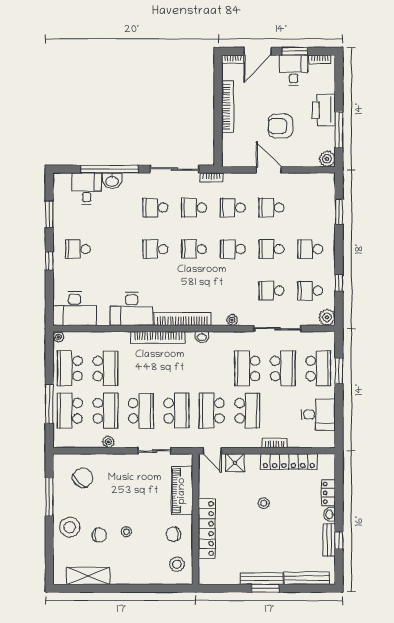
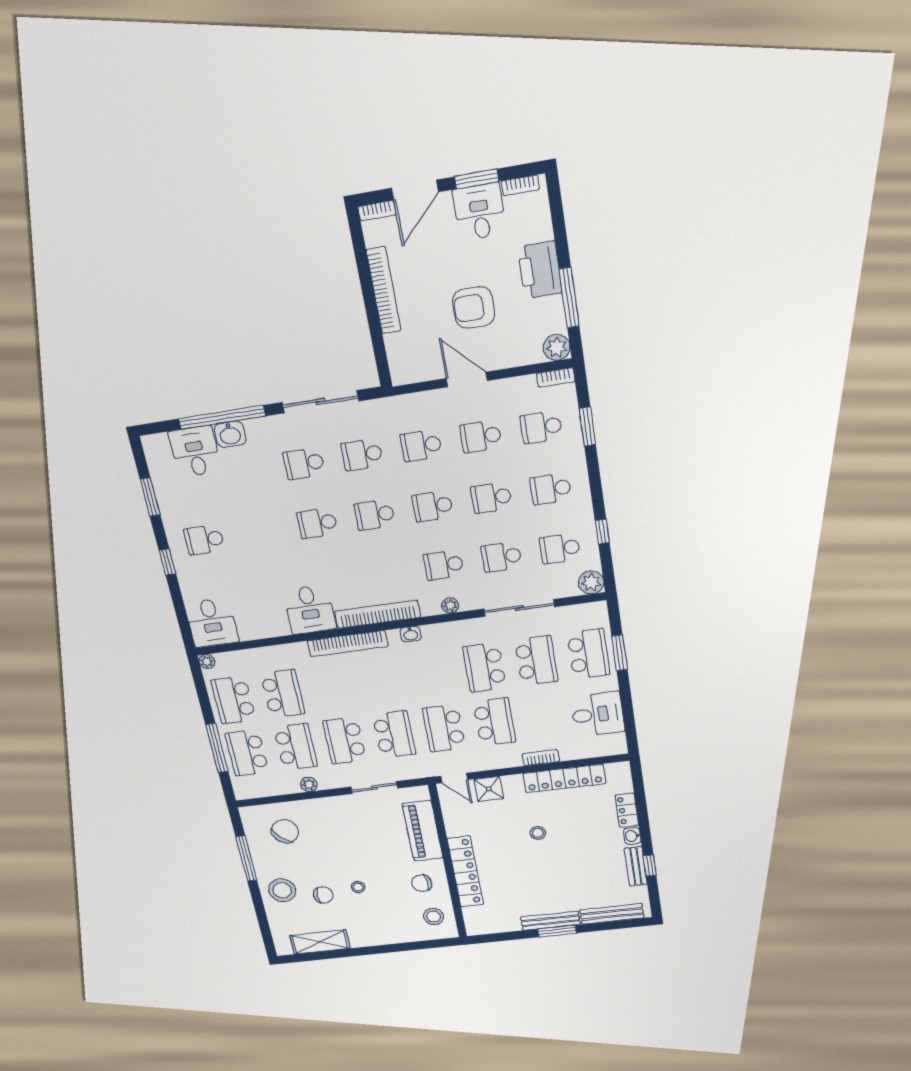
bookcase: (211, 177) -> (556, 377), moved
school desk: (310, 208) -> (541, 427), added
school desk: (233, 291) -> (444, 565), added
desk: (75, 309) -> (212, 623), width x0.73
desk: (132, 309) -> (309, 609), width x0.73
school desk: (141, 411) -> (345, 741), turned 180

